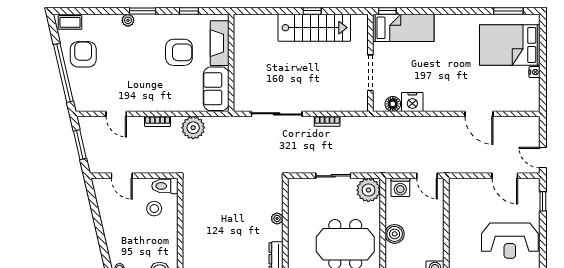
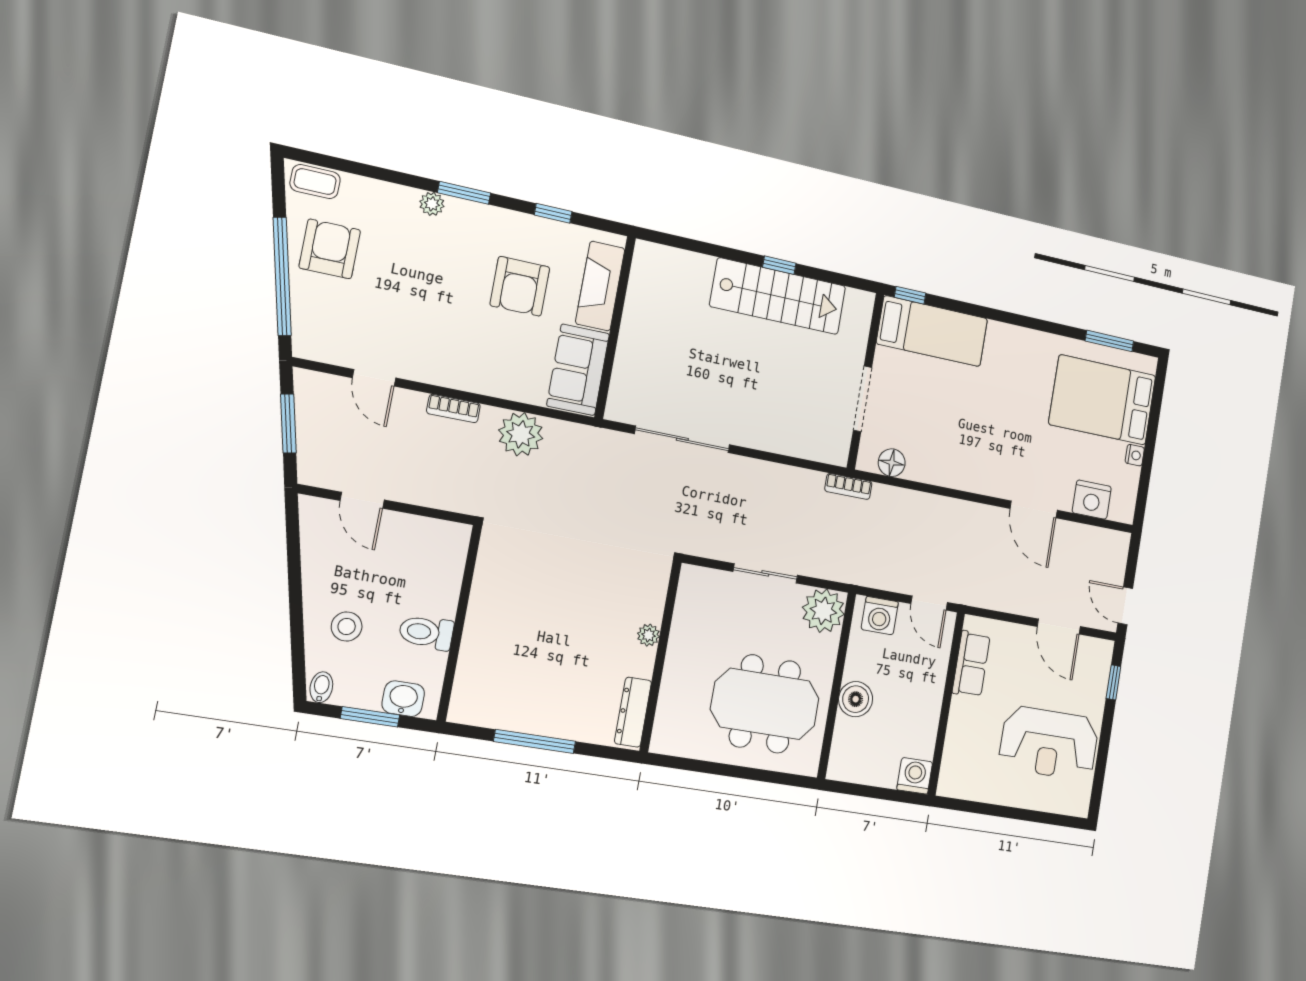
armchair: (179, 52) -> (520, 286), turned 90
nightstand: (412, 102) -> (1092, 500), moved
bookcase: (327, 121) -> (848, 486), moved
toilet: (165, 186) -> (426, 632), moved
row of seats: (457, 205) -> (971, 664), added
stool: (154, 209) -> (347, 626), moved

